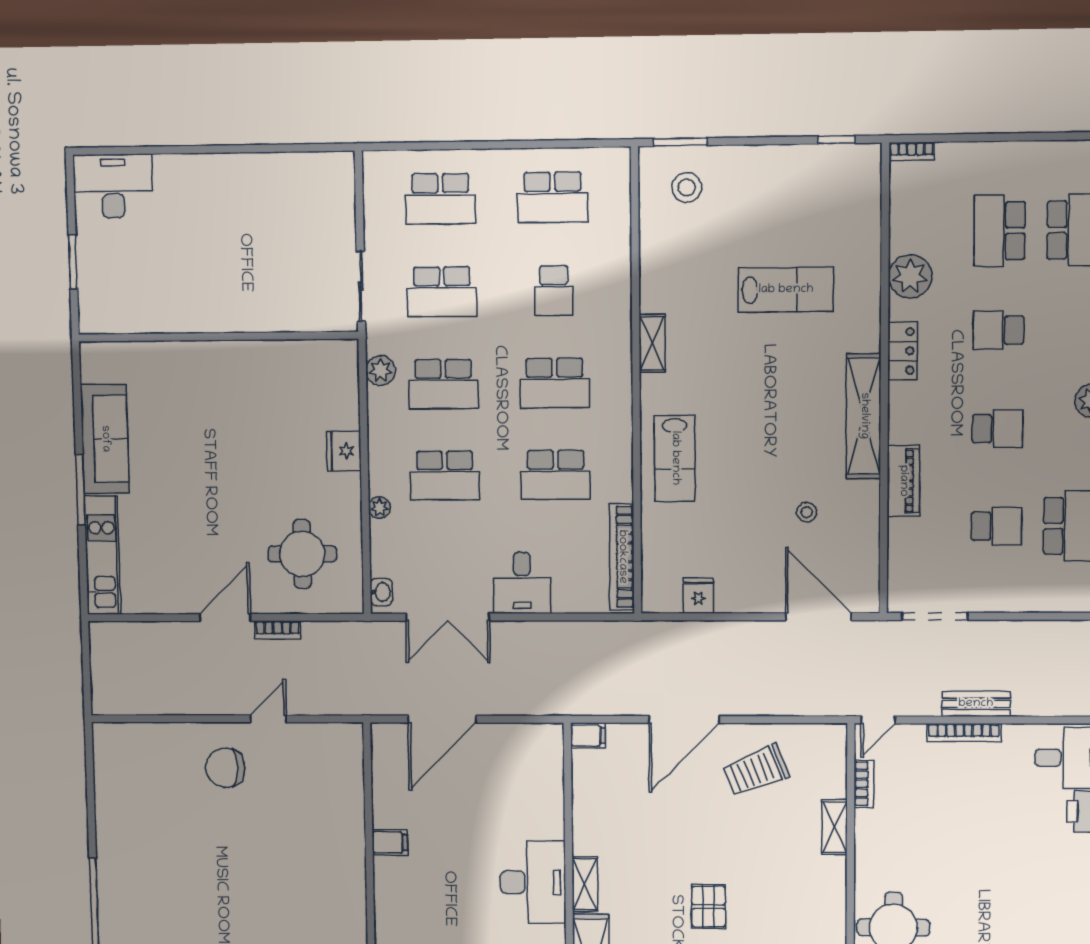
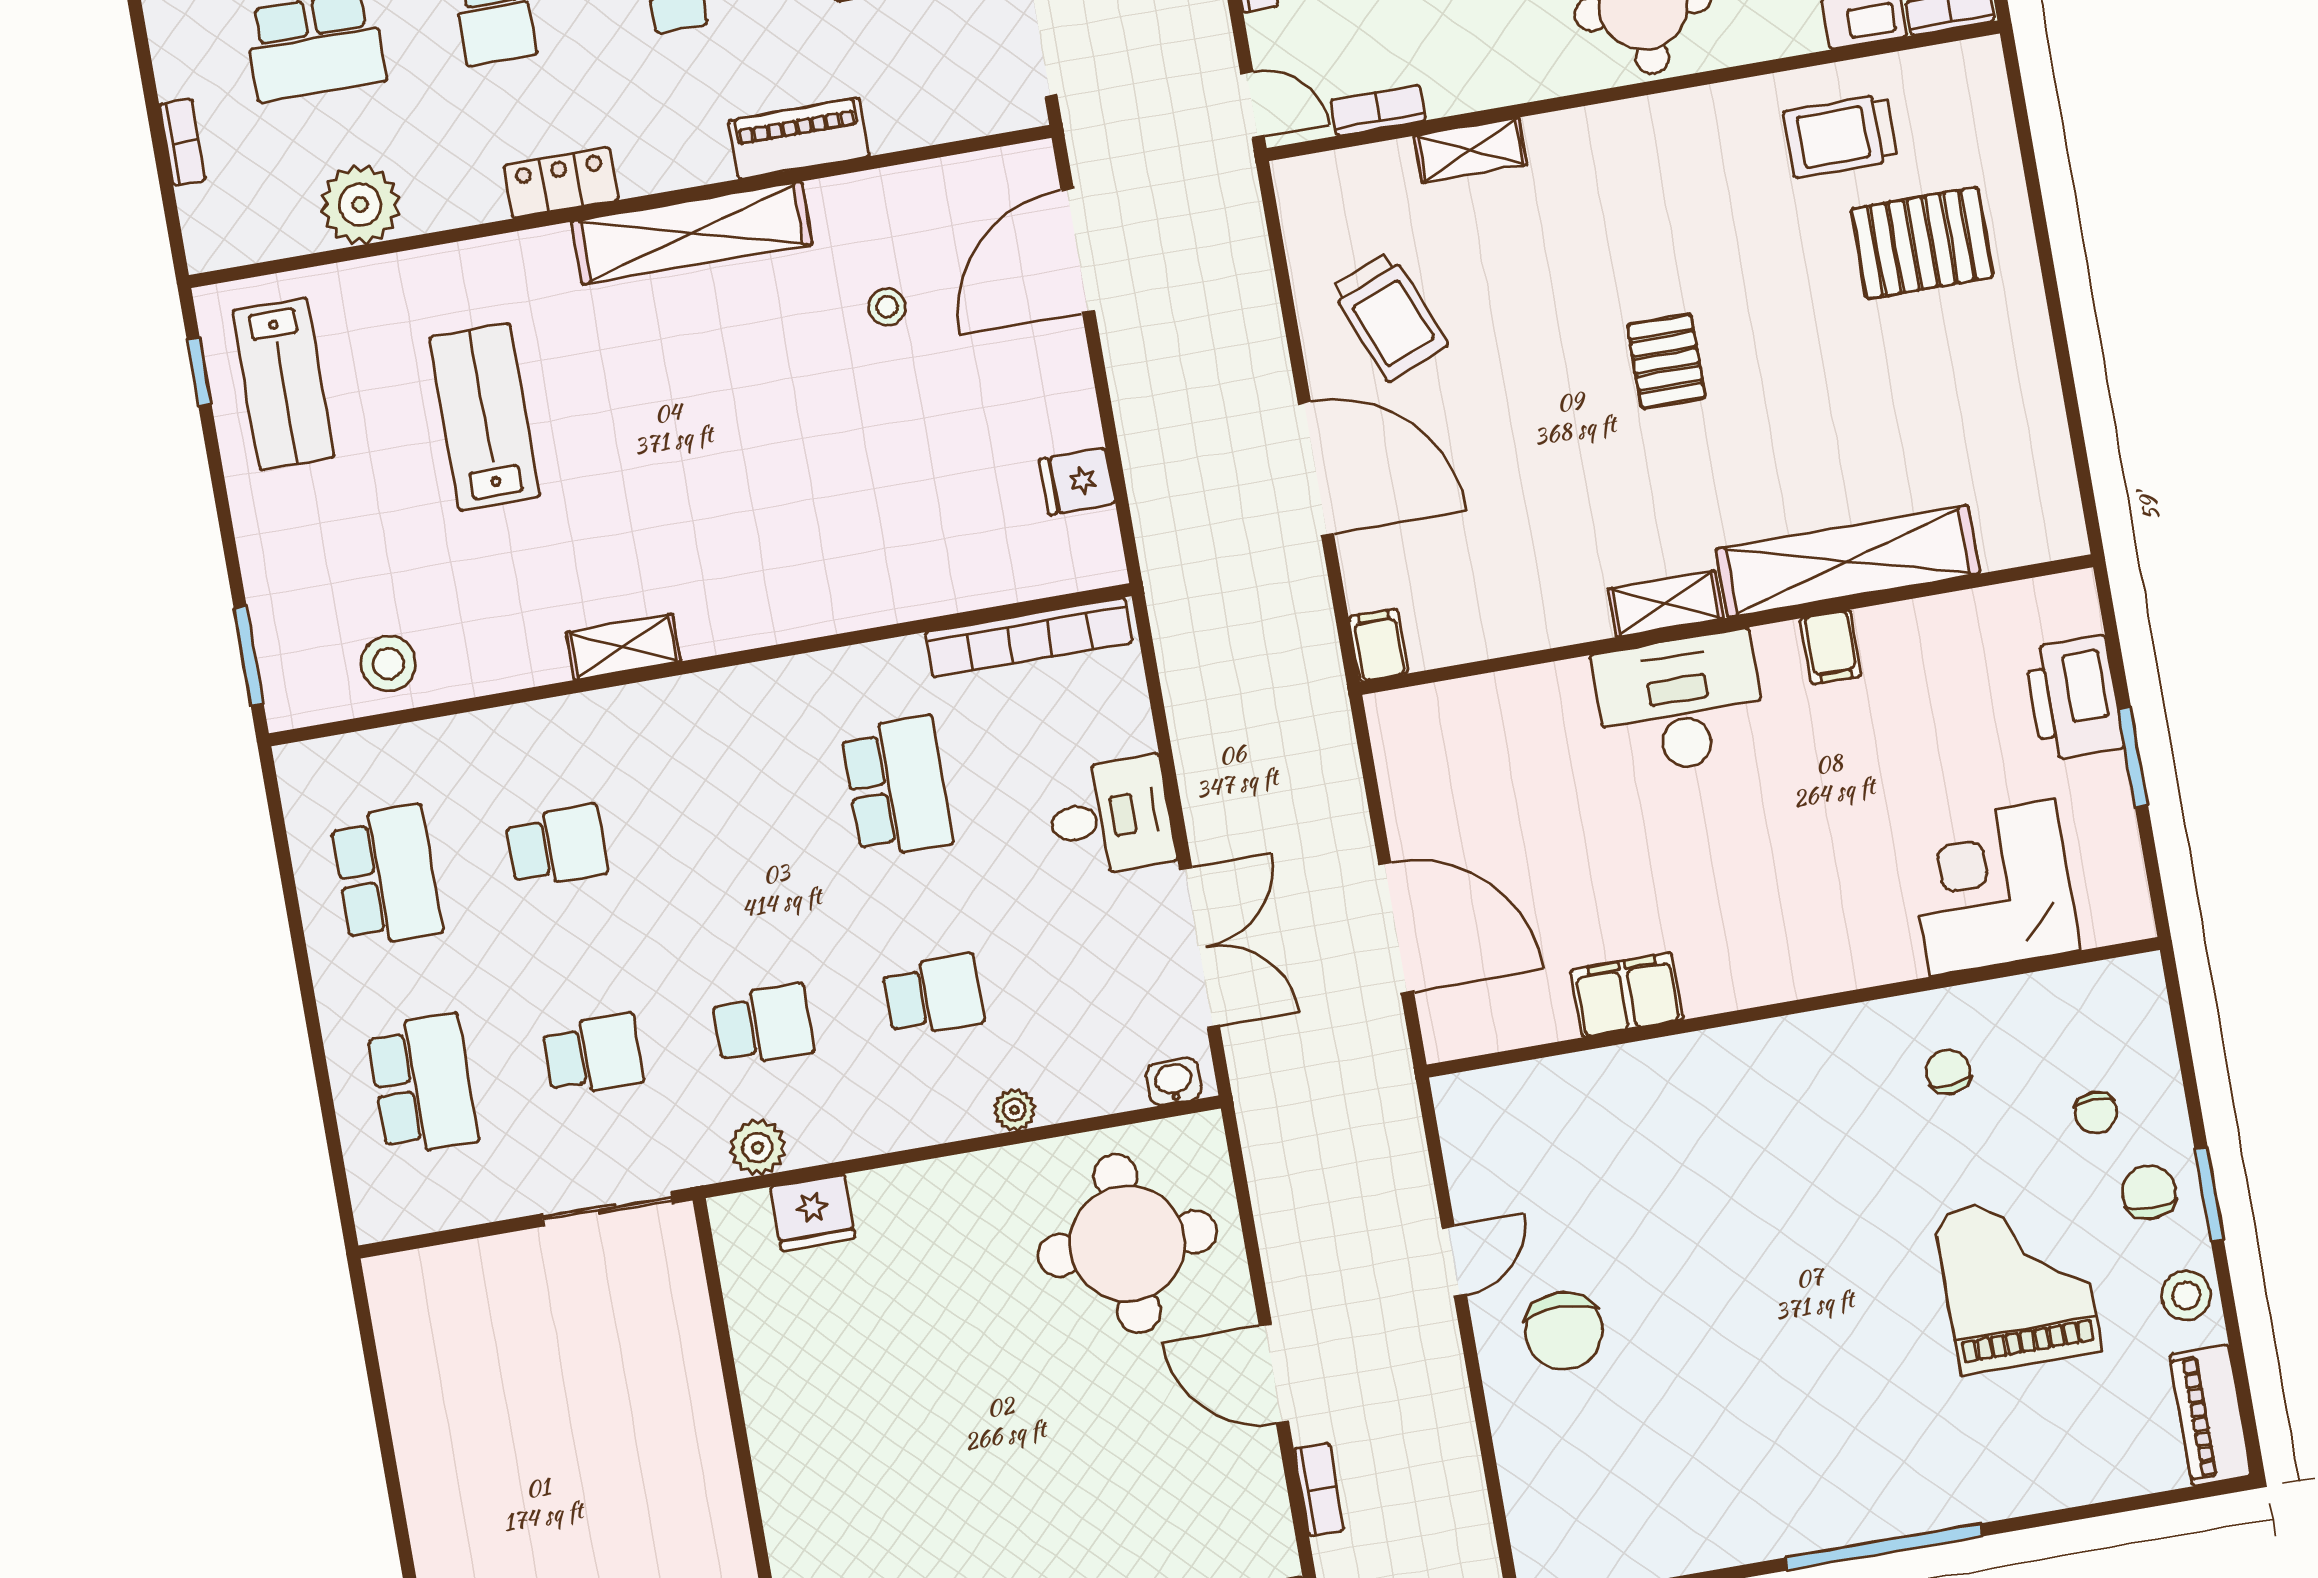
bookcase: (912, 151) -> (182, 142), moved
stool: (687, 187) -> (388, 663), moved
plant: (910, 276) -> (360, 205), moved
school desk: (442, 292) -> (593, 1055), width x0.54
school desk: (555, 383) -> (727, 817), removed
school desk: (443, 384) -> (763, 1025), width x0.54
fridge: (344, 451) -> (813, 1213), moved
lab bench: (675, 458) -> (284, 384), moved, turned 90
school desk: (445, 476) -> (933, 995), width x0.54
round table: (302, 554) -> (1127, 1244), width x1.36, depth x1.36
bookcase: (278, 630) -> (1319, 1489), moved
door: (268, 719) -> (1454, 1261), swing flipped
filing cabinet: (390, 842) -> (1627, 995), width x2.00
pallet: (709, 907) -> (1666, 361), turned 90

